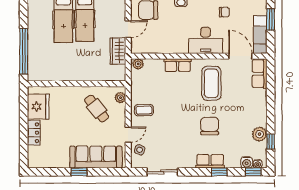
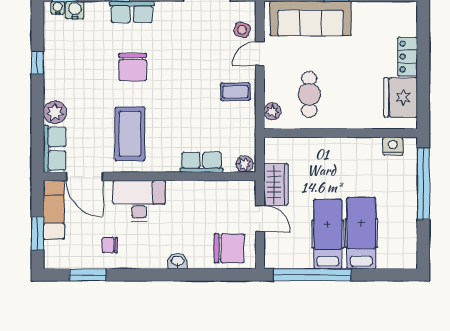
door: (128, 29) -> (260, 219), swing flipped
row of seats: (178, 65) -> (201, 162), moved
nightstand: (43, 75) -> (393, 146), added
cafe table: (97, 109) -> (309, 94), turned 38
plant: (259, 134) -> (55, 112), moved
window: (271, 141) -> (37, 63), moved

